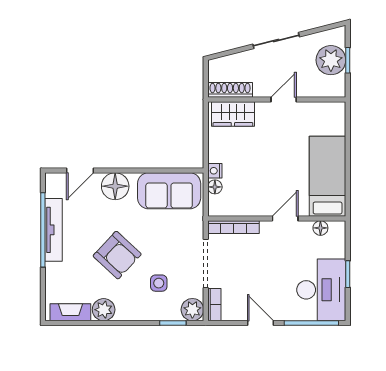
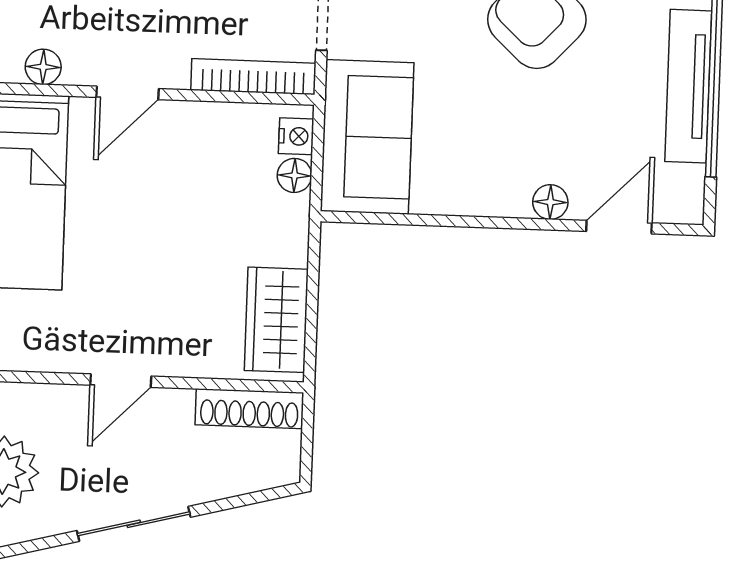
wardrobe: (233, 114) -> (276, 320), moved, turned -90
nightstand: (215, 171) -> (296, 136), moved
floor lamp: (115, 186) -> (550, 202), width x0.53, depth x0.53
sofa: (169, 191) -> (367, 137), moved, turned 90

